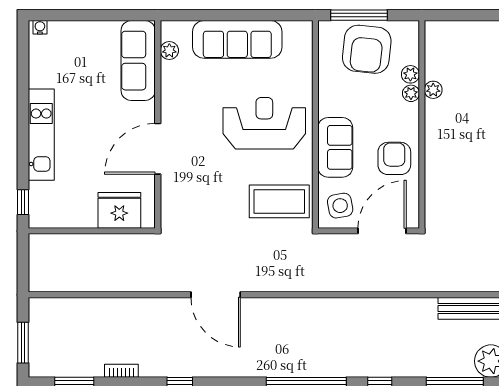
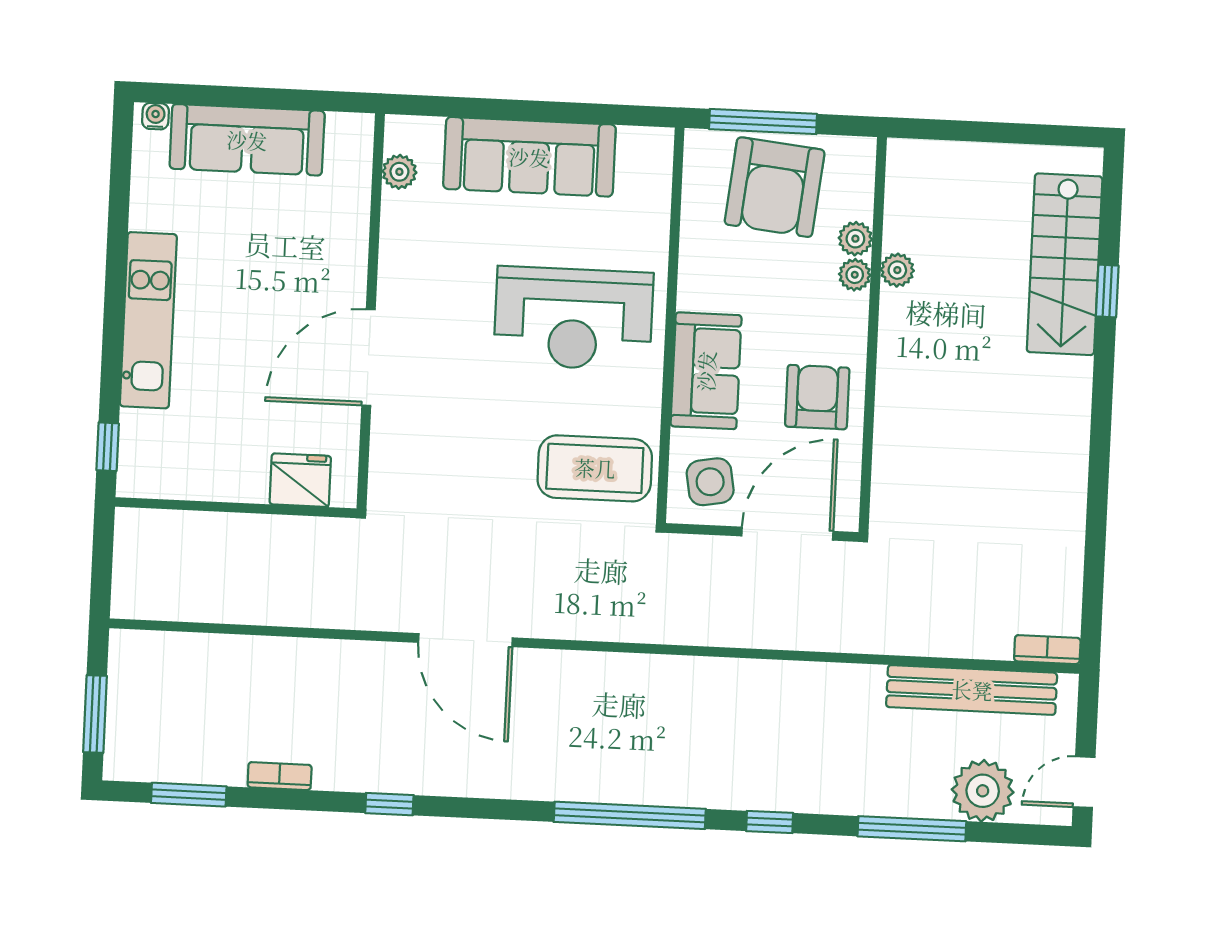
sofa: (138, 61) -> (247, 140), moved, turned -90
reception desk: (264, 123) -> (573, 318), turned 180
fridge: (119, 210) -> (300, 480), width x0.73, depth x0.75

